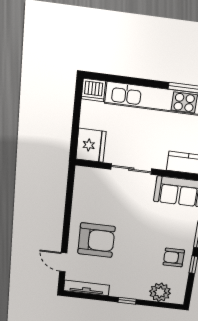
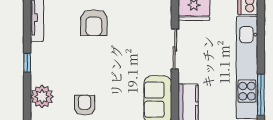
armchair: (96, 240) -> (94, 23), width x0.73, depth x0.73

